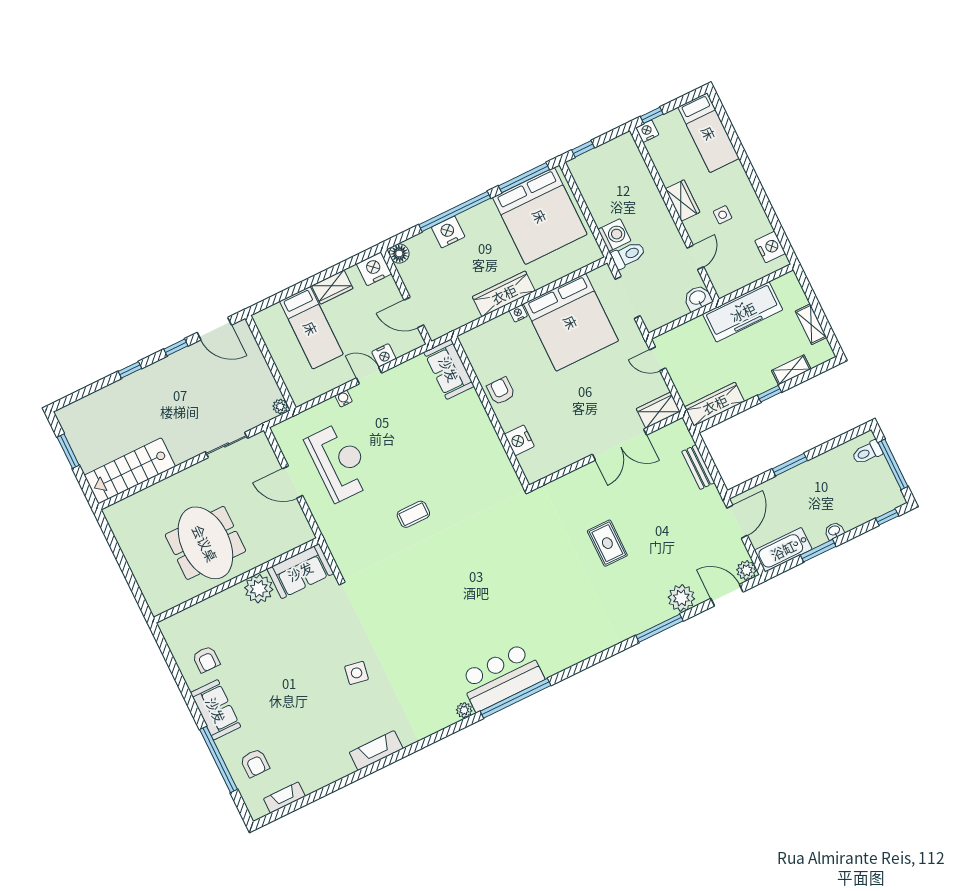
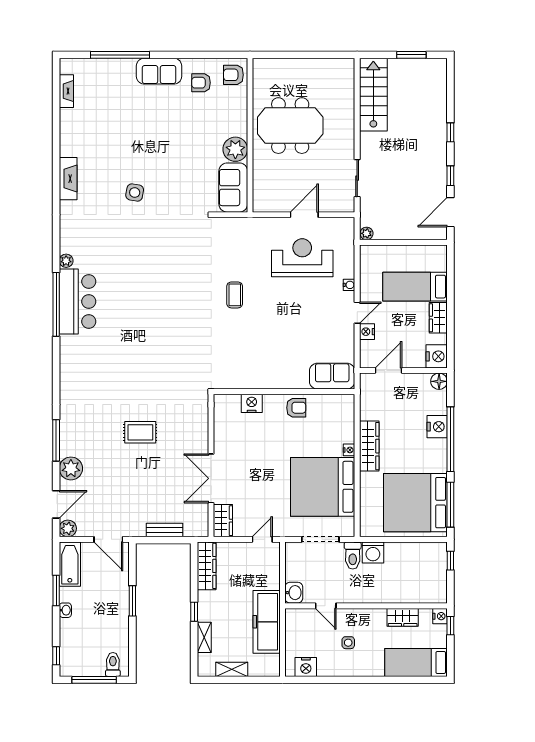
wardrobe: (683, 201) -> (403, 617), moved
reception desk: (339, 462) -> (302, 258), turned 180
armchair: (255, 763) -> (233, 75), moved

